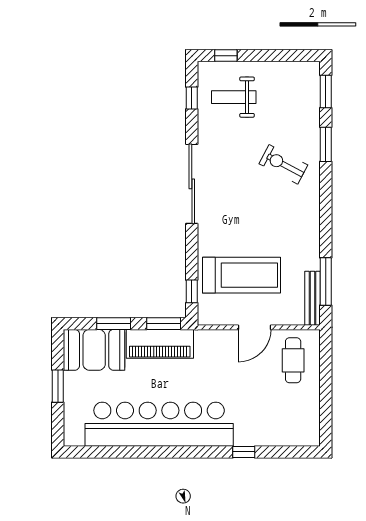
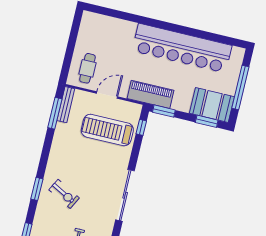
window: (326, 144) -> (37, 189), moved
window: (114, 324) -> (207, 121), moved
piano: (160, 344) -> (150, 94), moved
window: (58, 386) -> (240, 88), width x2.11
window: (244, 452) -> (133, 18), removed

